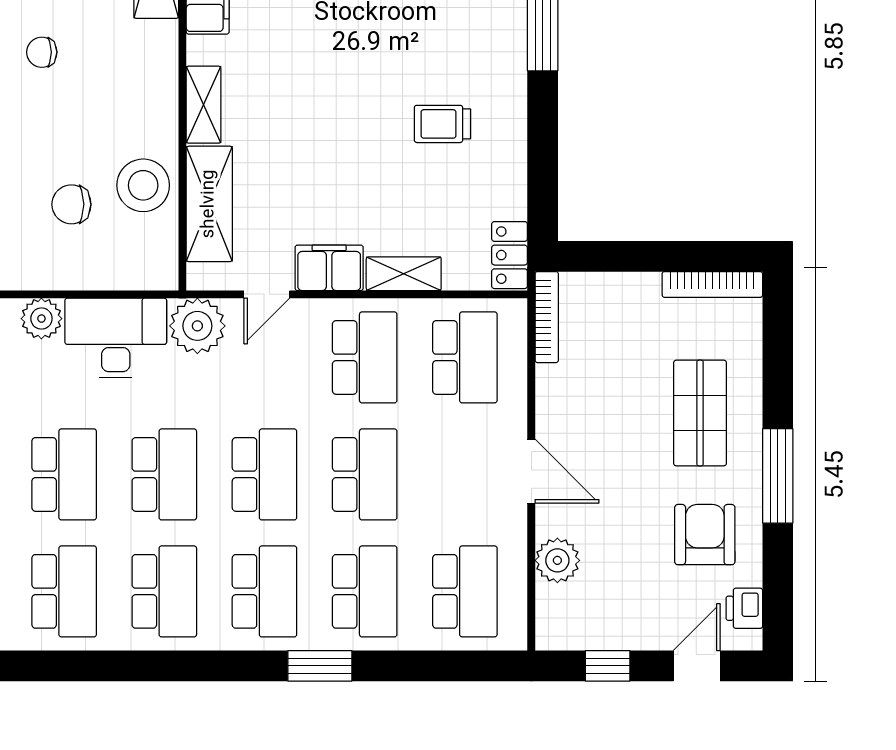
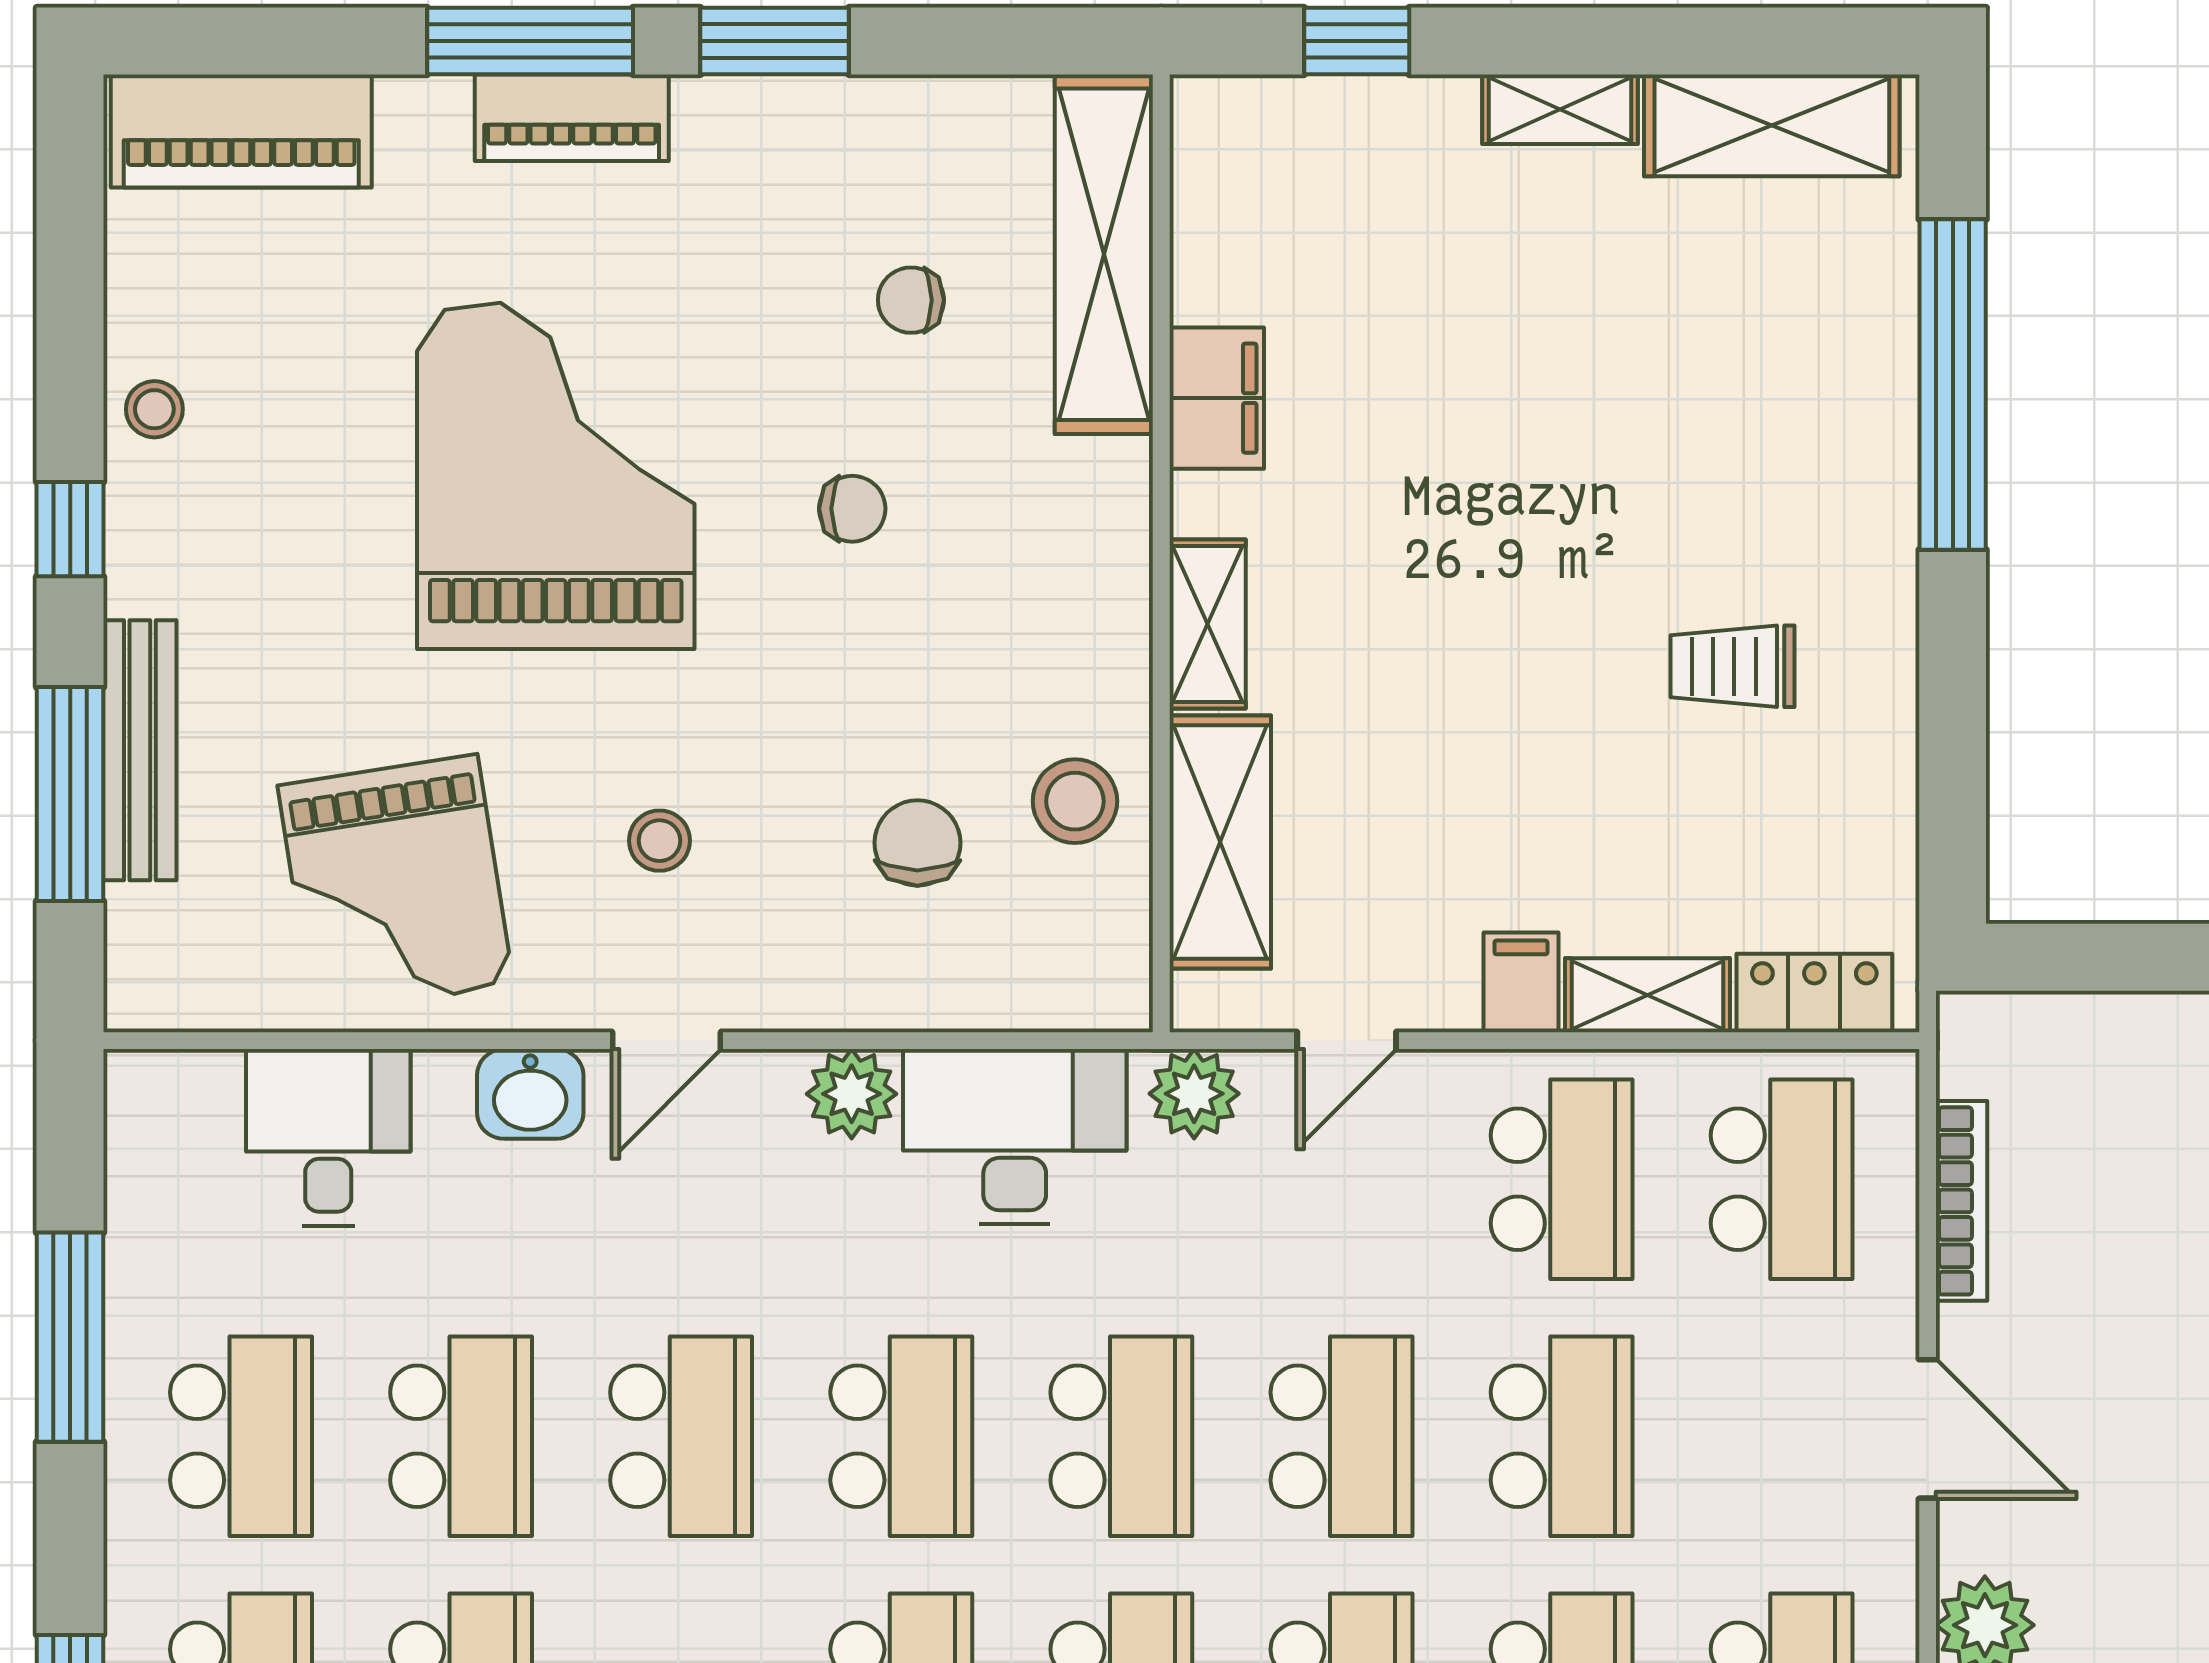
chair: (42, 52) -> (852, 509), turned 180
stool: (143, 185) -> (1075, 801), width x0.73, depth x0.73
chair: (71, 204) -> (917, 843), turned 90
locker: (510, 255) -> (1814, 993), moved, turned 90
filing cabinet: (329, 268) -> (1521, 982), width x0.50
bookcase: (547, 317) -> (1962, 1201), moved
plant: (197, 326) -> (1194, 1094), width x0.73, depth x0.73

